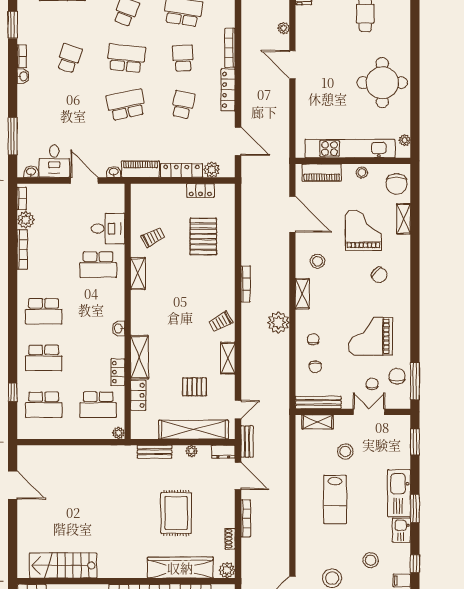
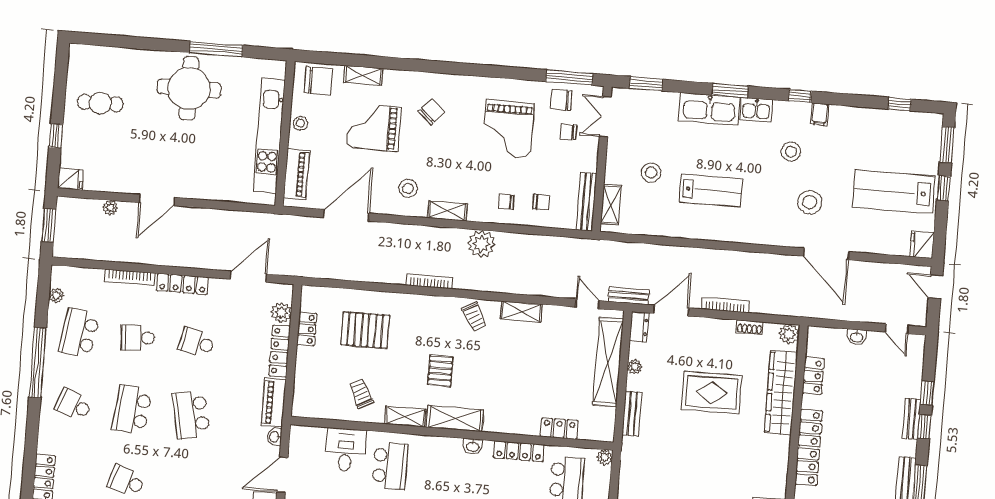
window: (415, 101) -> (216, 49), added
plant: (405, 140) -> (264, 66), removed
shelving: (139, 357) -> (455, 419), moved
locker: (118, 372) -> (519, 451), width x1.53
pallet: (194, 387) -> (440, 371), moved
double door: (369, 412) -> (605, 117), moved

